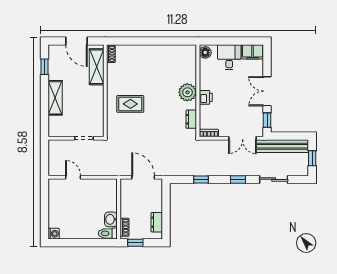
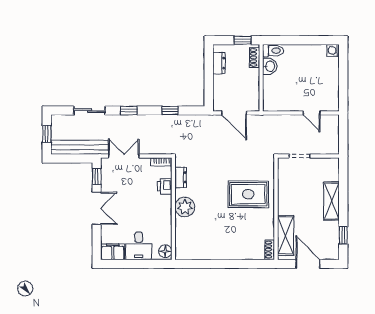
printer: (206, 97) -> (165, 186), moved
rug: (130, 104) -> (248, 194), width x1.36, depth x1.43

